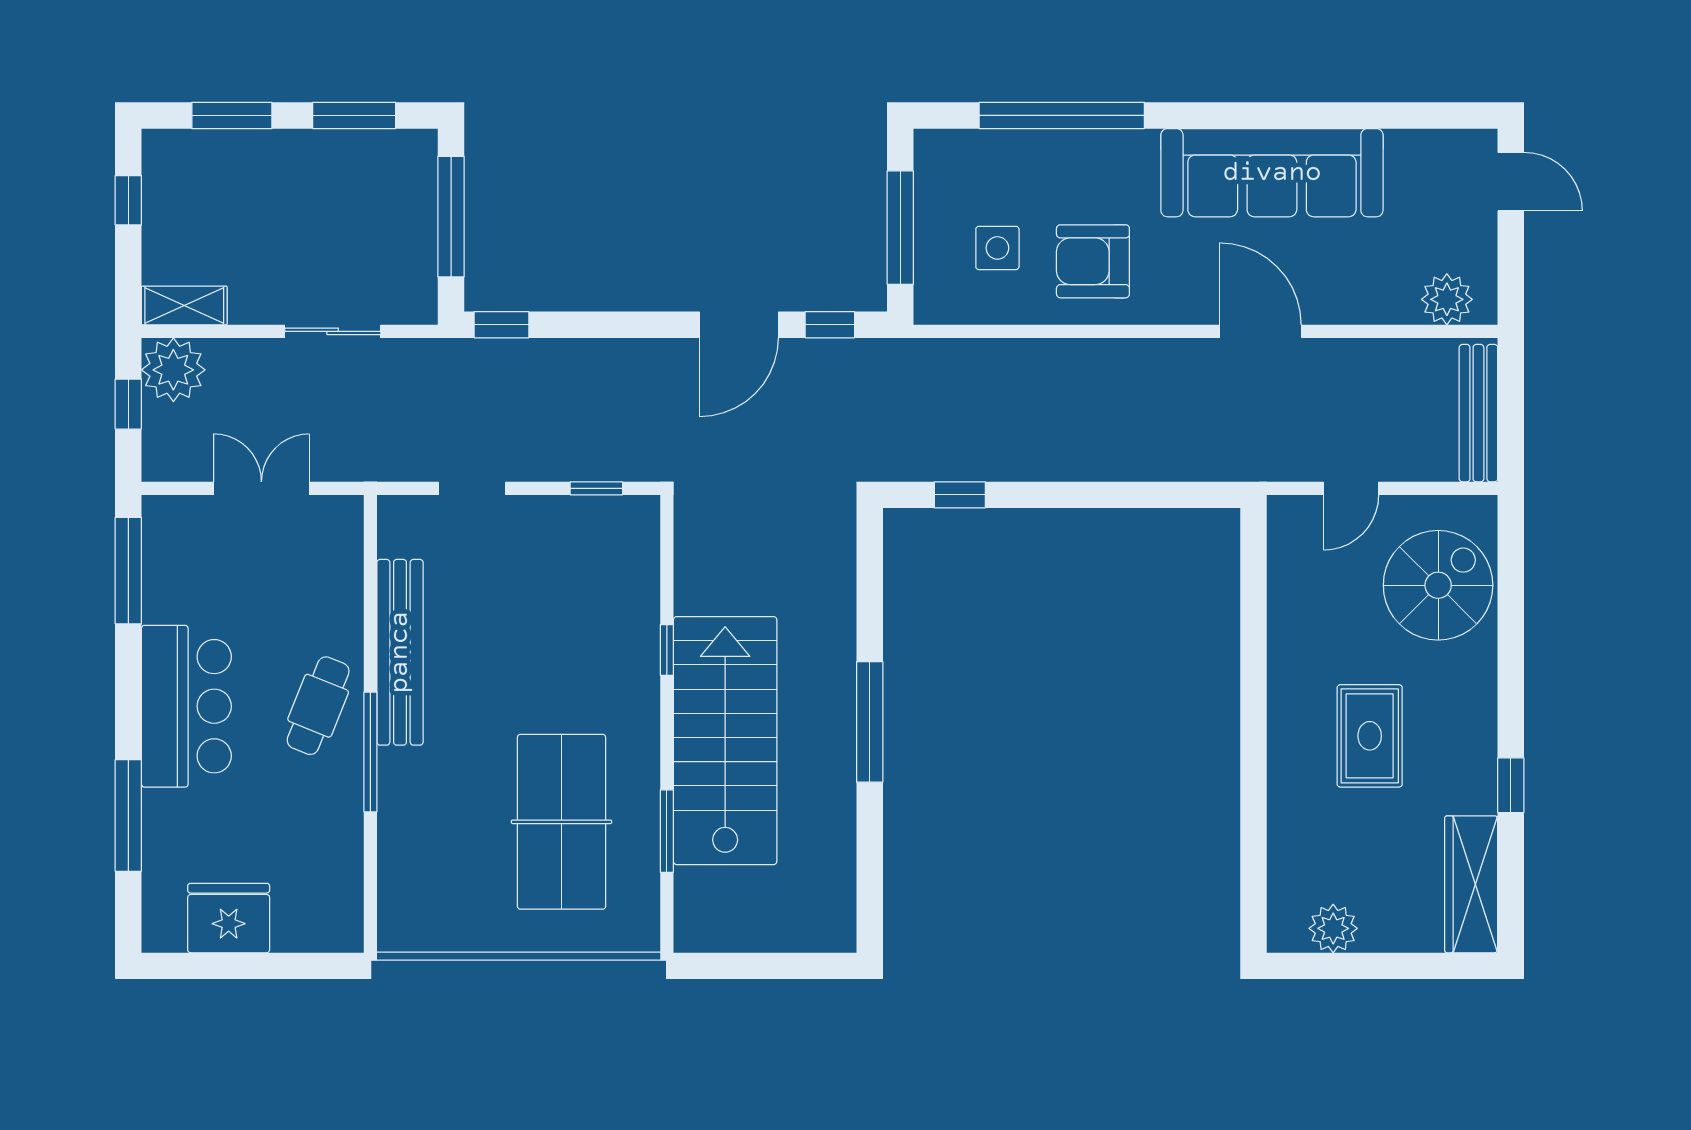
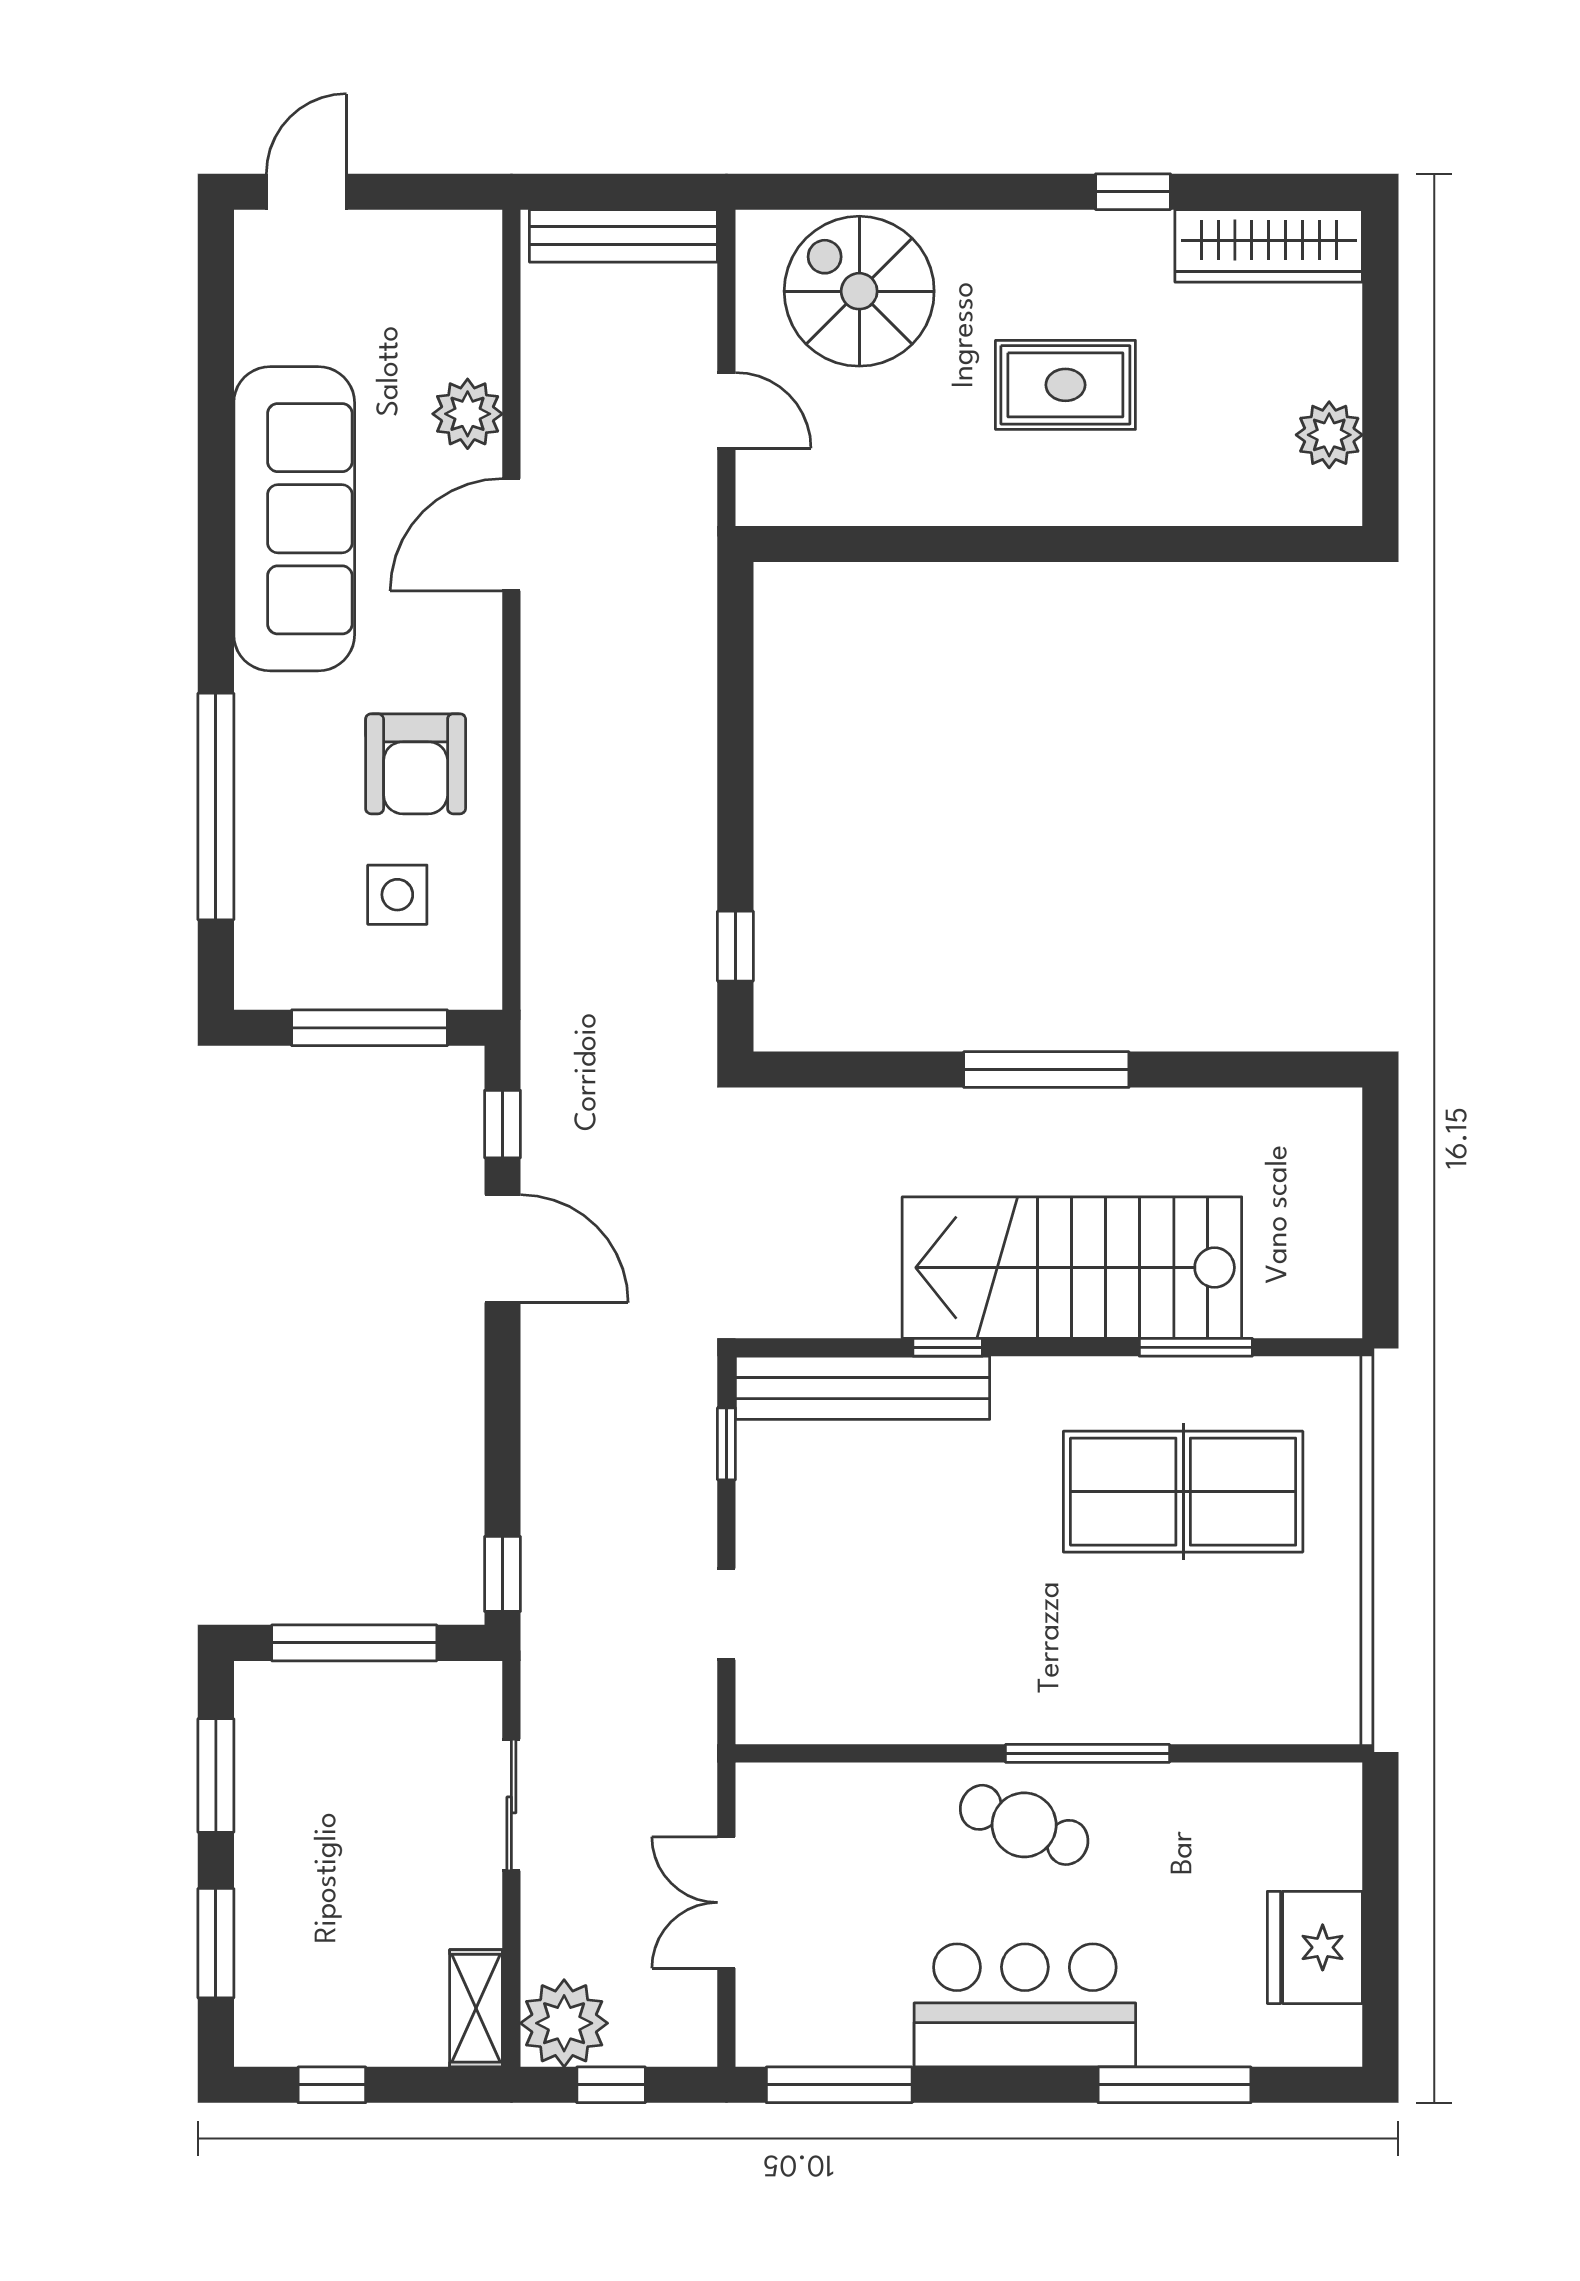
plant: (1447, 299) -> (468, 414), moved
bench: (400, 652) -> (863, 1388), moved

